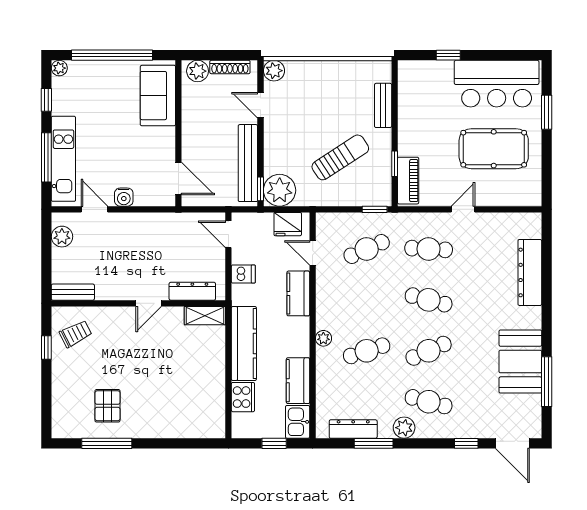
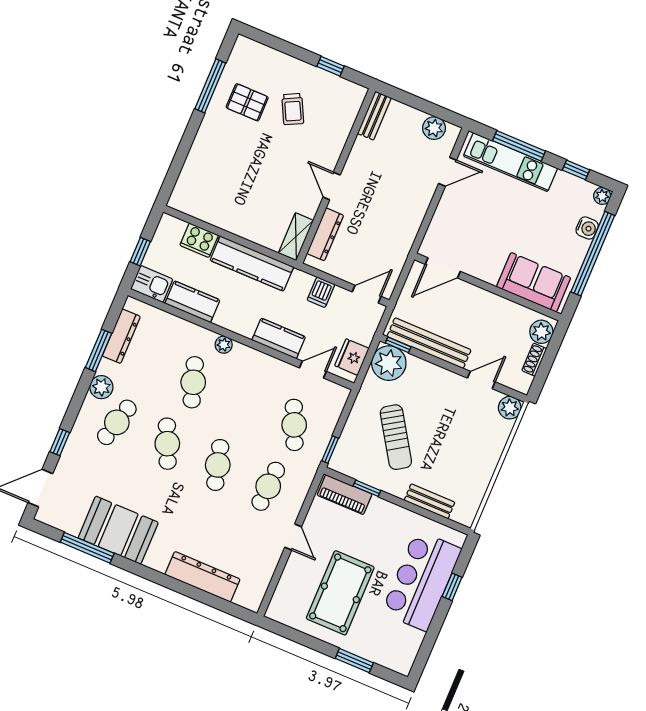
shoe rack: (230, 67) -> (534, 360), width x0.70
bar counter: (497, 84) -> (421, 581), moved
water cooler: (124, 197) -> (587, 228), moved, turned 180
cafe table: (429, 300) -> (218, 465), turned -30
trolley: (76, 334) -> (293, 109), moved

